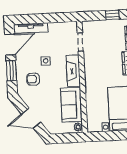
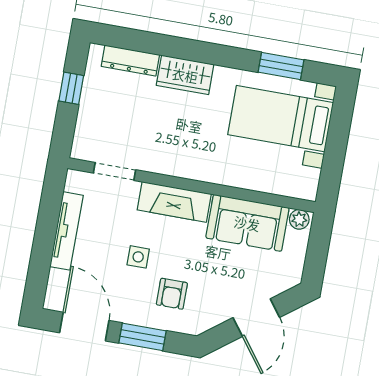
tv unit: (31, 28) -> (67, 231), moved

